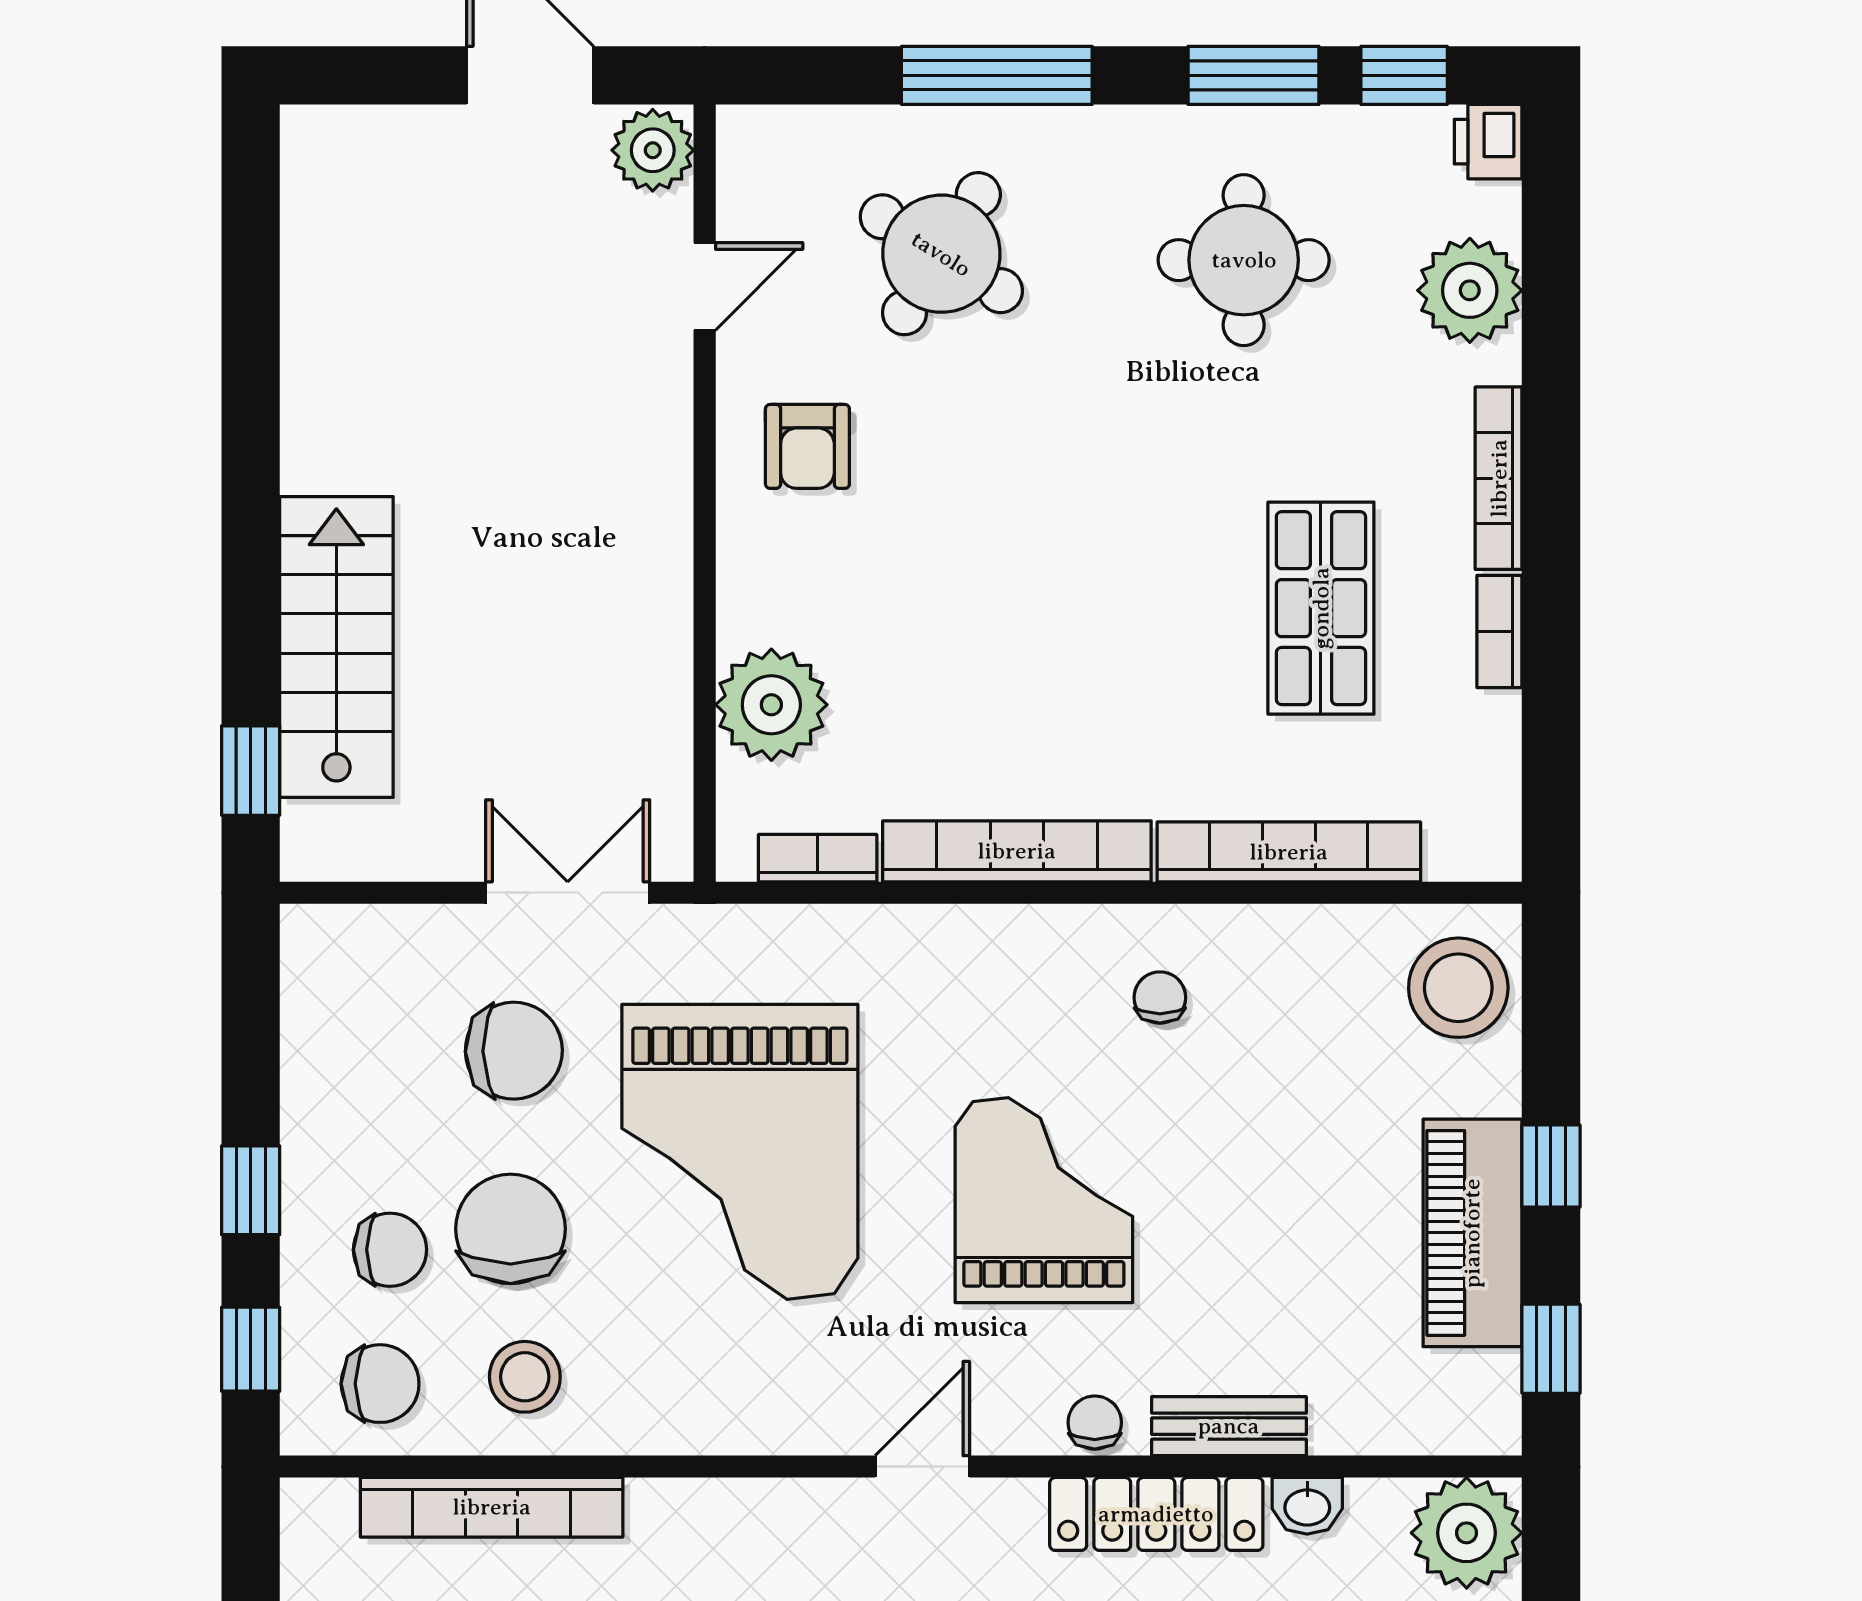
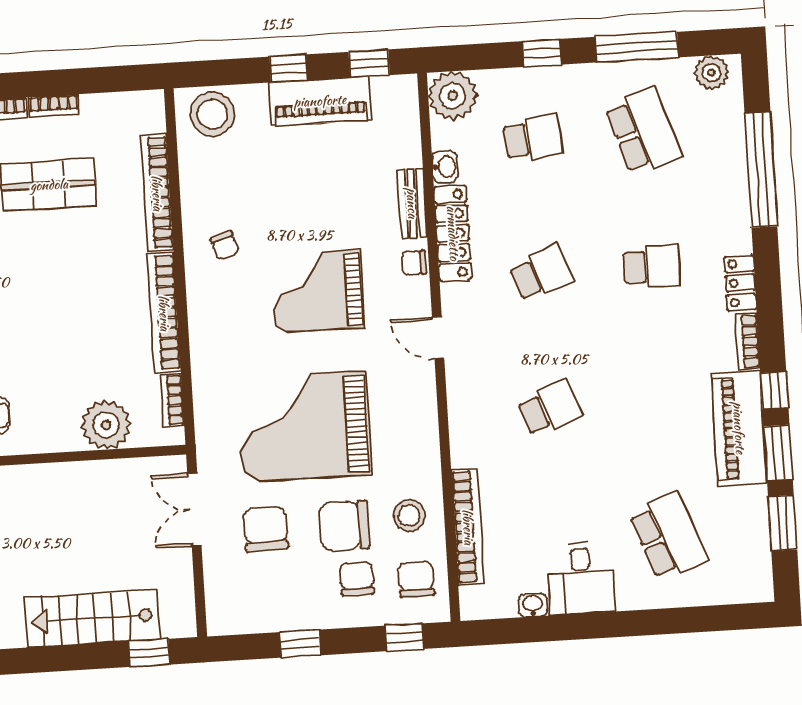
chair: (1160, 998) -> (225, 245), turned -108
grand piano: (740, 1152) -> (304, 427), turned 180
window: (251, 1190) -> (300, 644), moved

